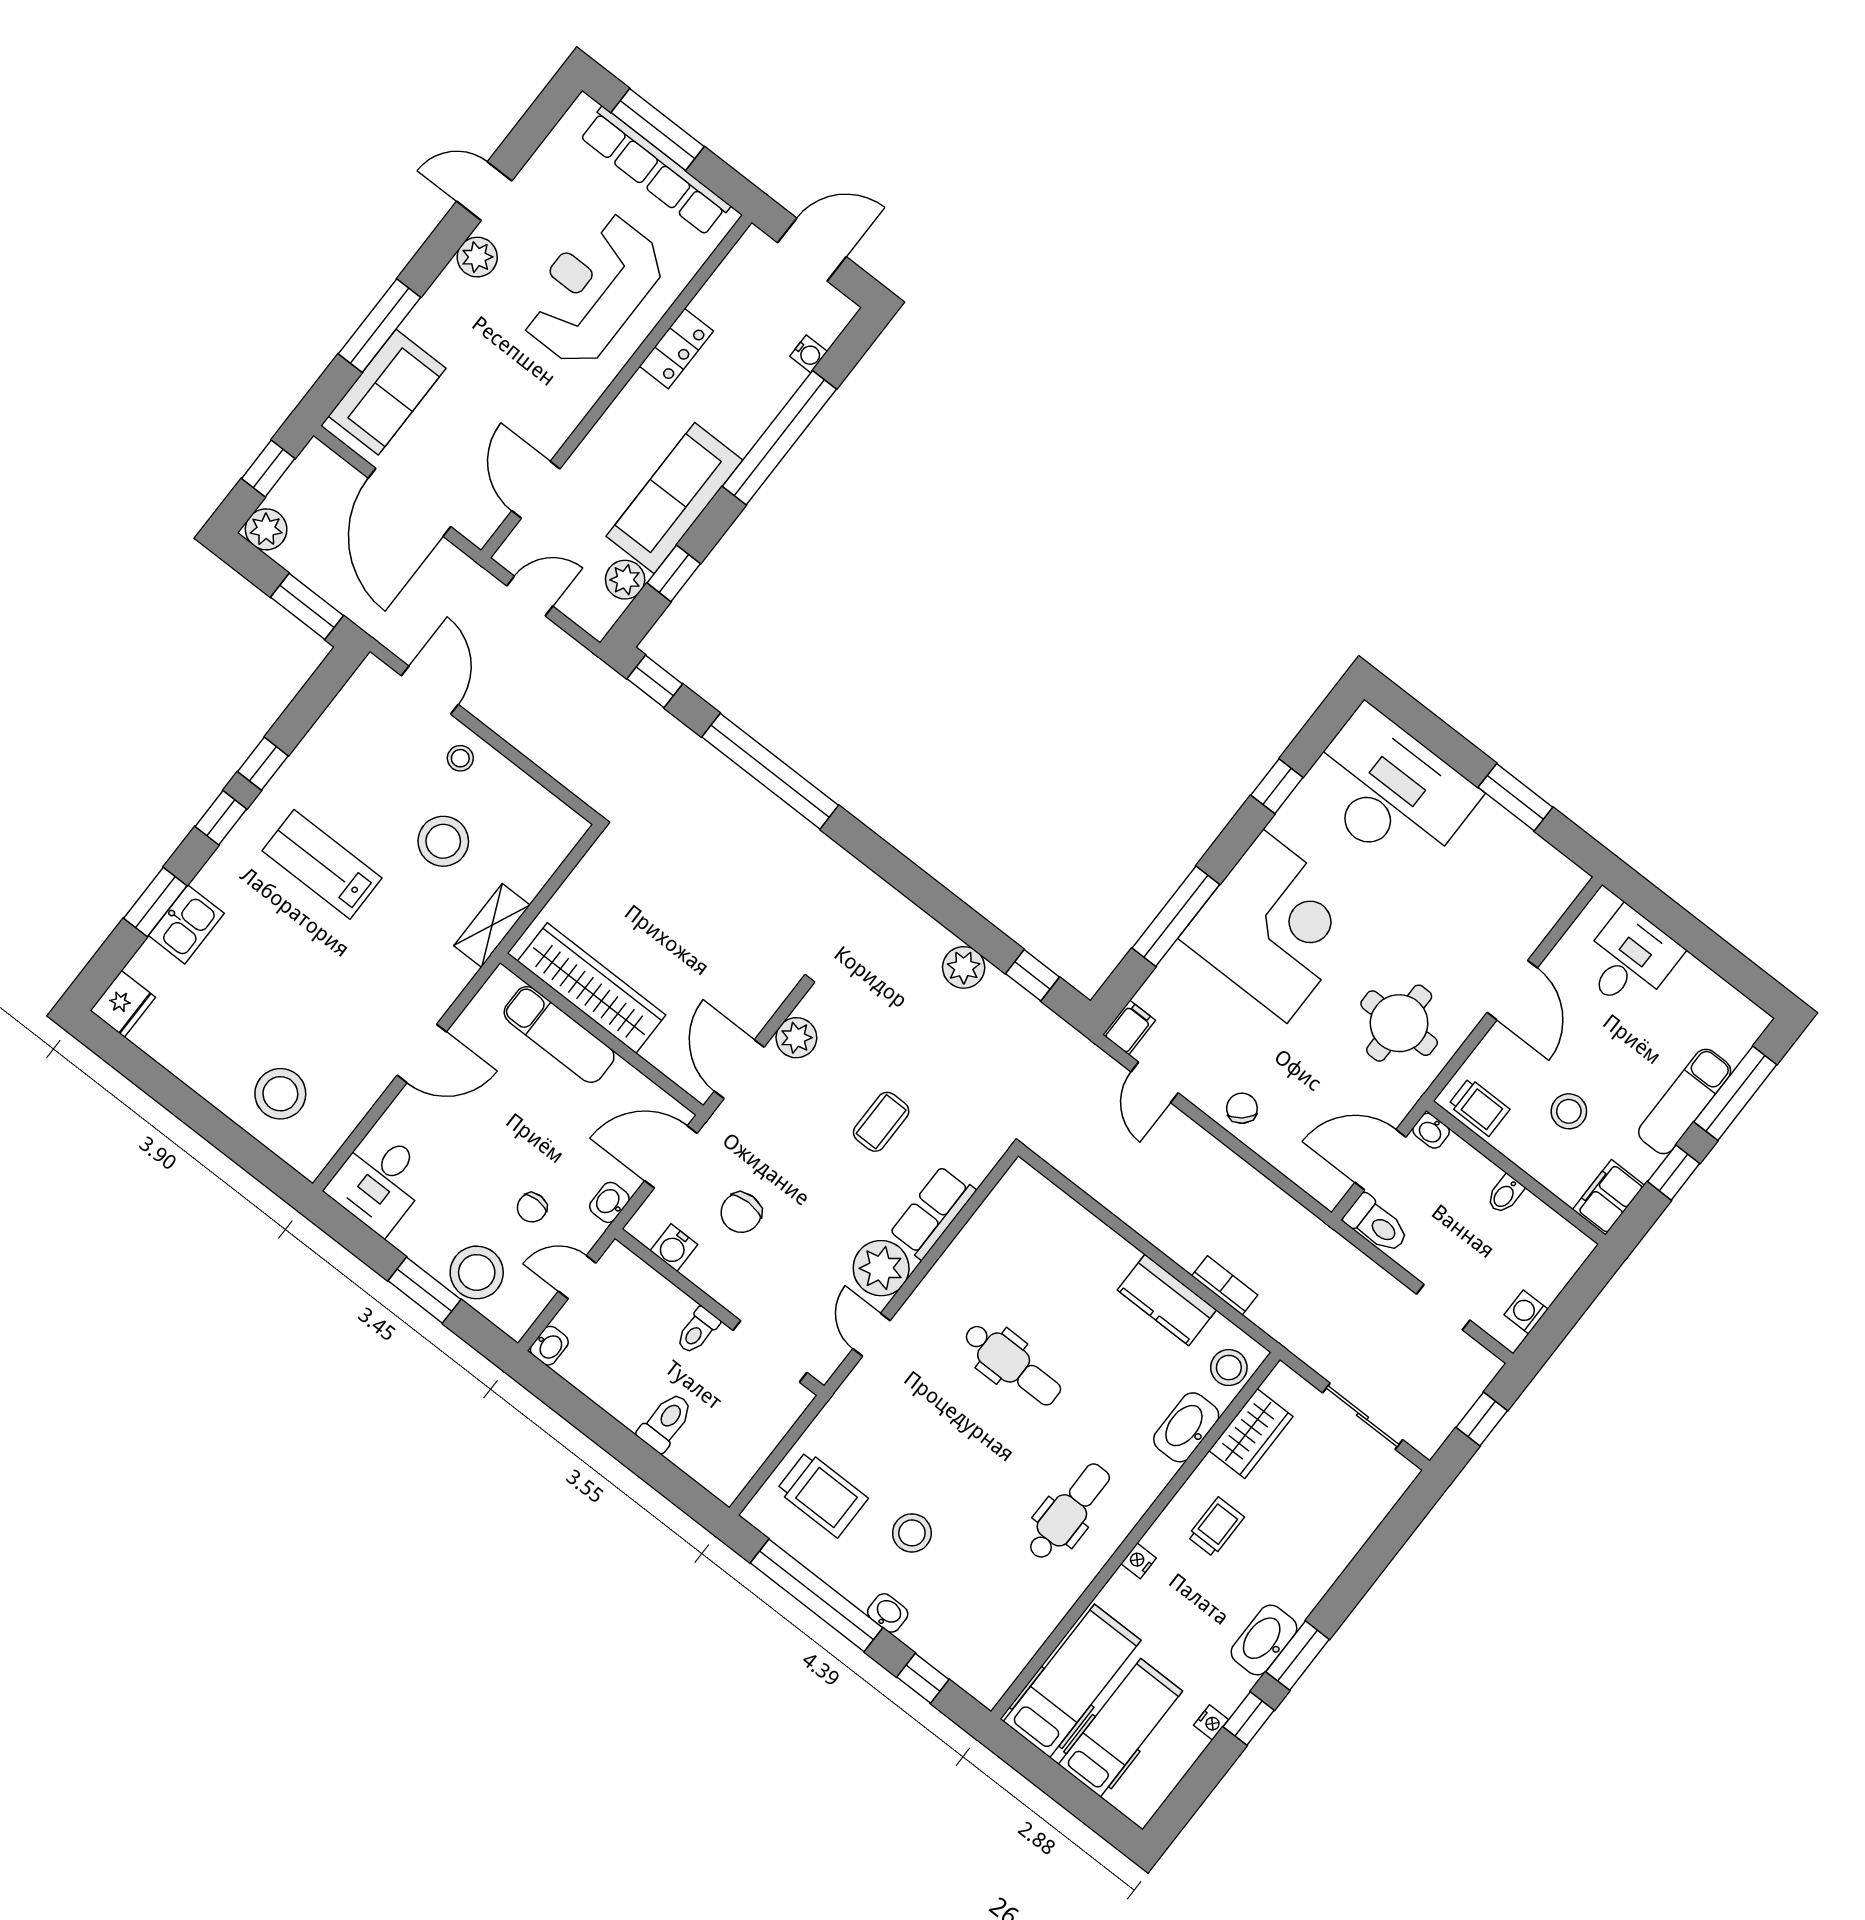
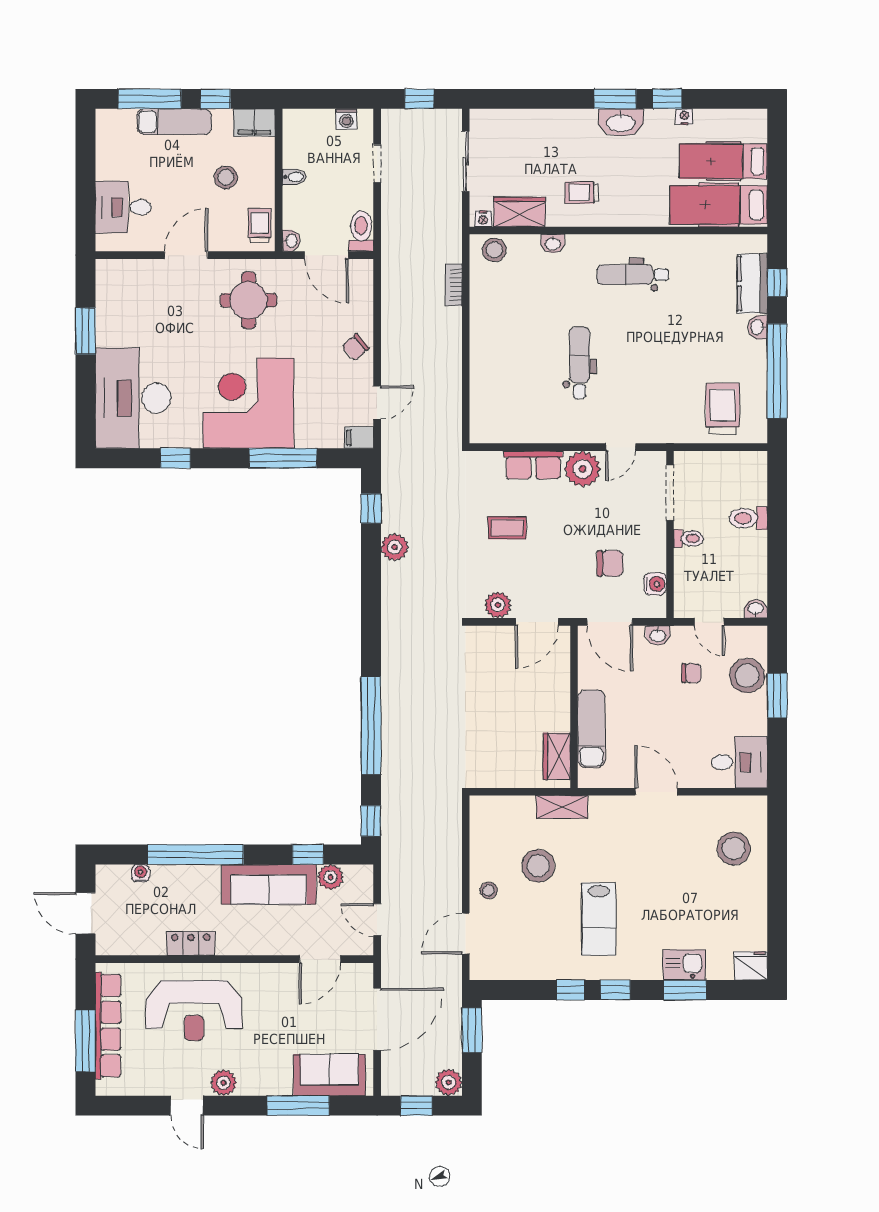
wardrobe: (591, 988) -> (557, 756), width x0.48, depth x0.85
kitchen counter: (1167, 1300) -> (752, 284), moved, turned 180
washbasin: (1186, 1427) -> (553, 244), width x0.52, depth x0.69
stool: (912, 1533) -> (707, 347), removed
nightstand: (1139, 1561) -> (483, 219), moved

